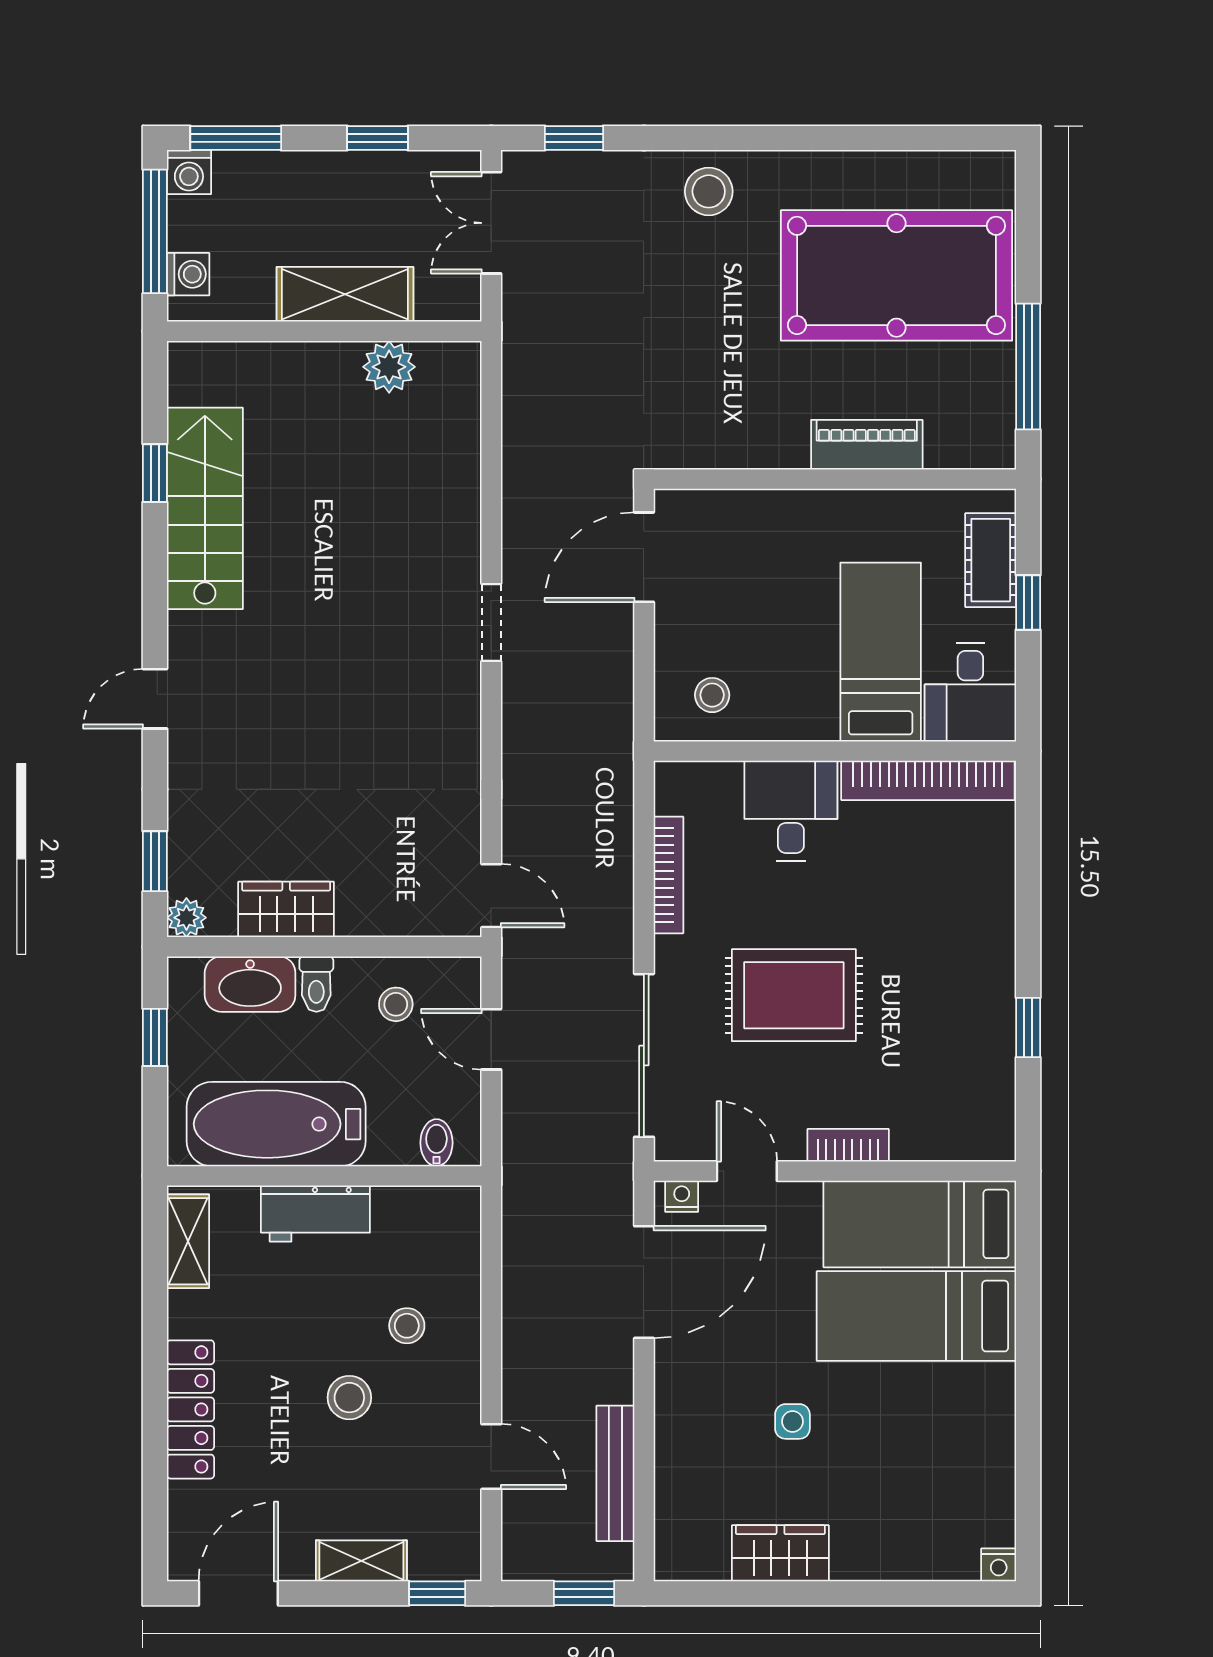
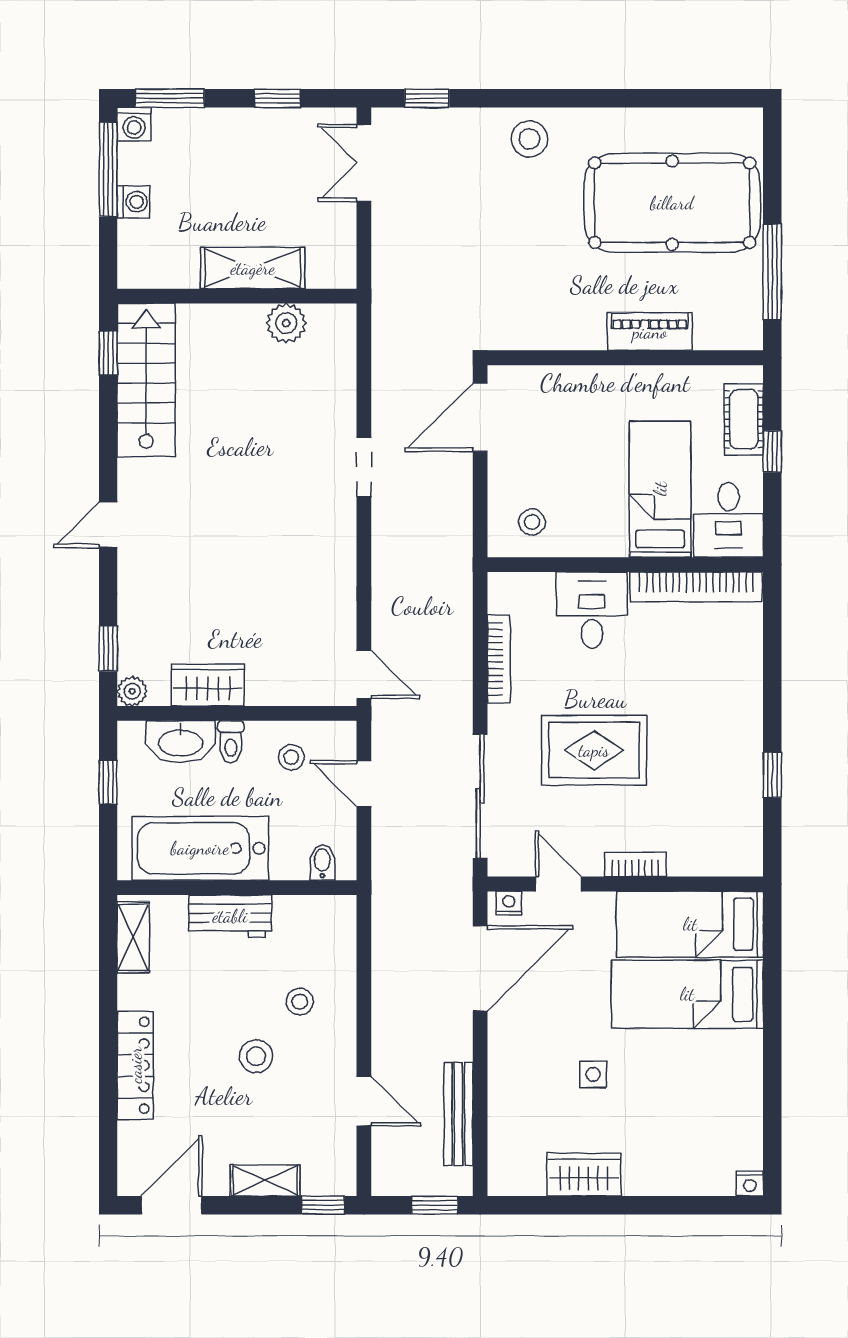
shelving: (345, 294) -> (253, 268), moved
wall: (324, 331) -> (237, 296), moved
plant: (389, 367) -> (286, 323), moved

